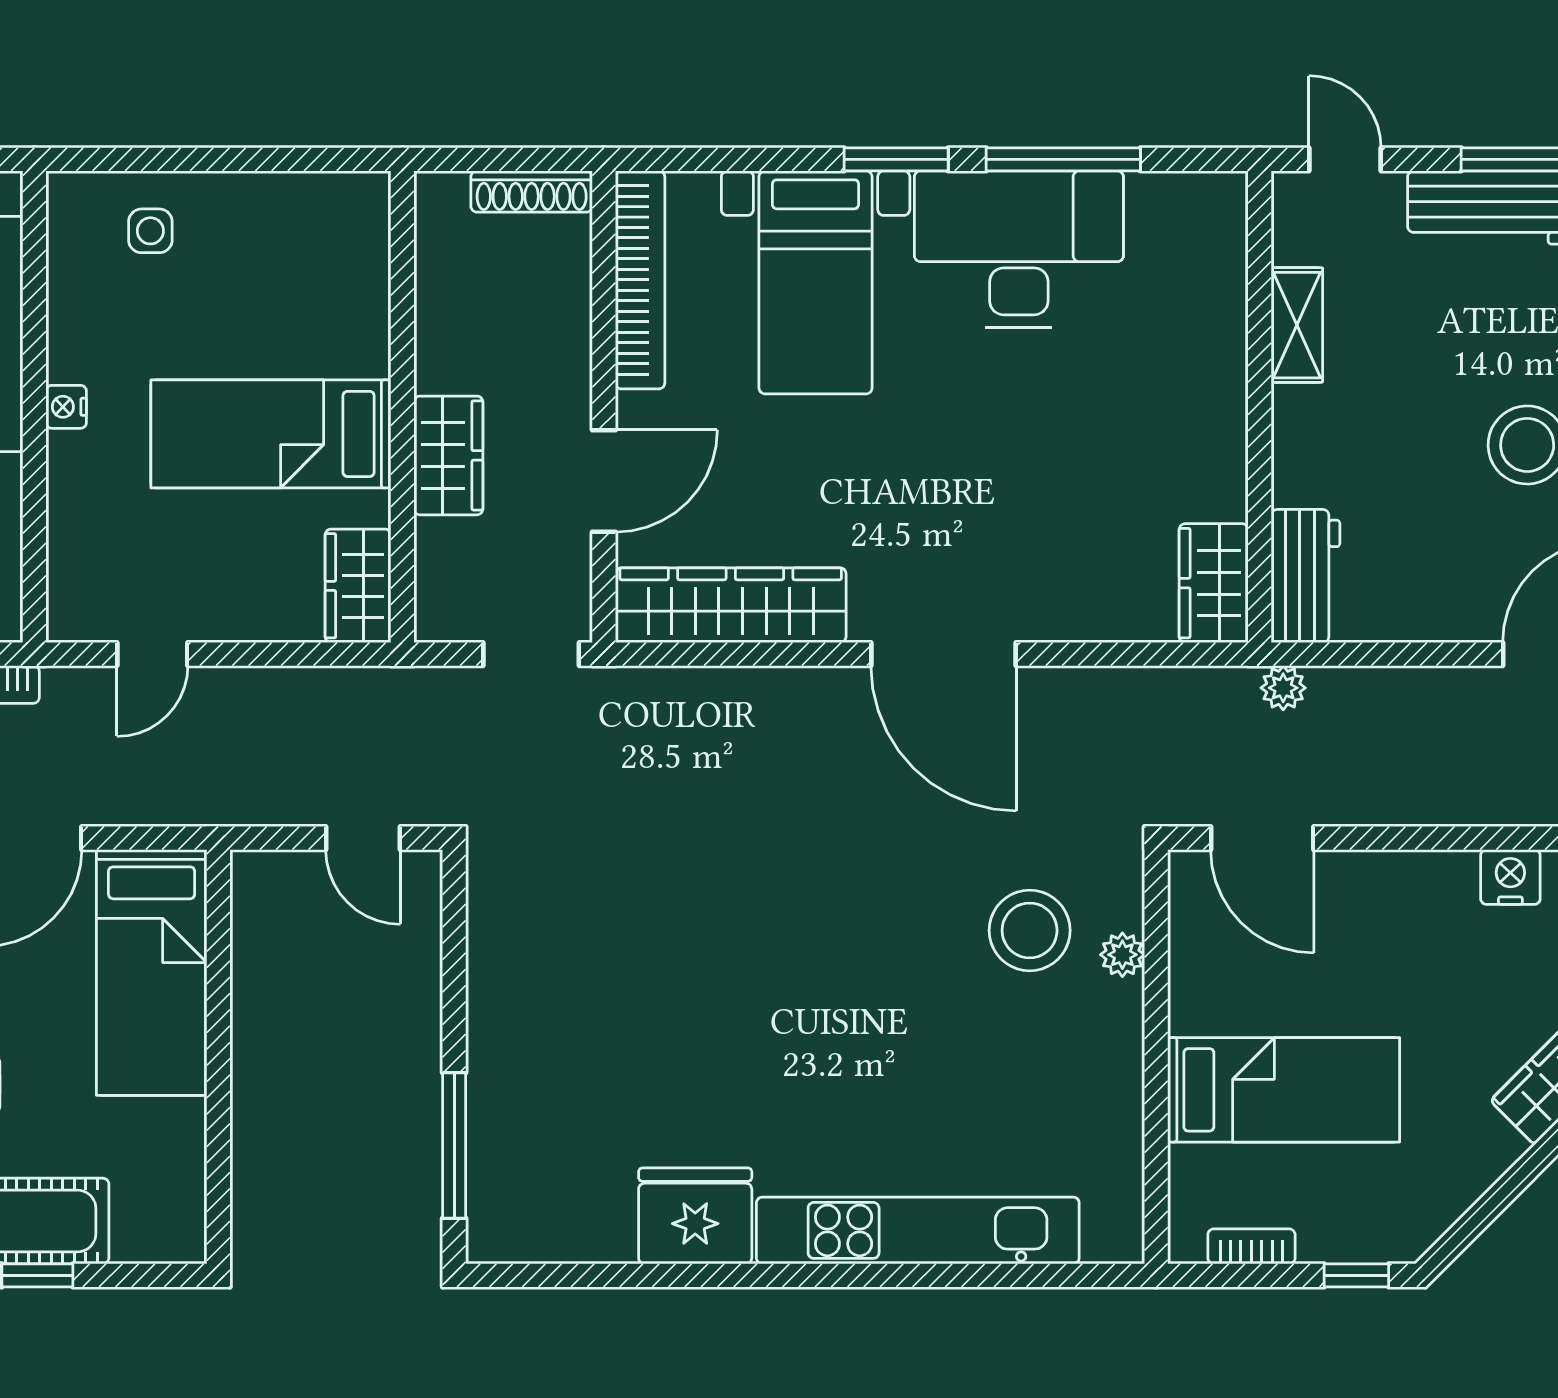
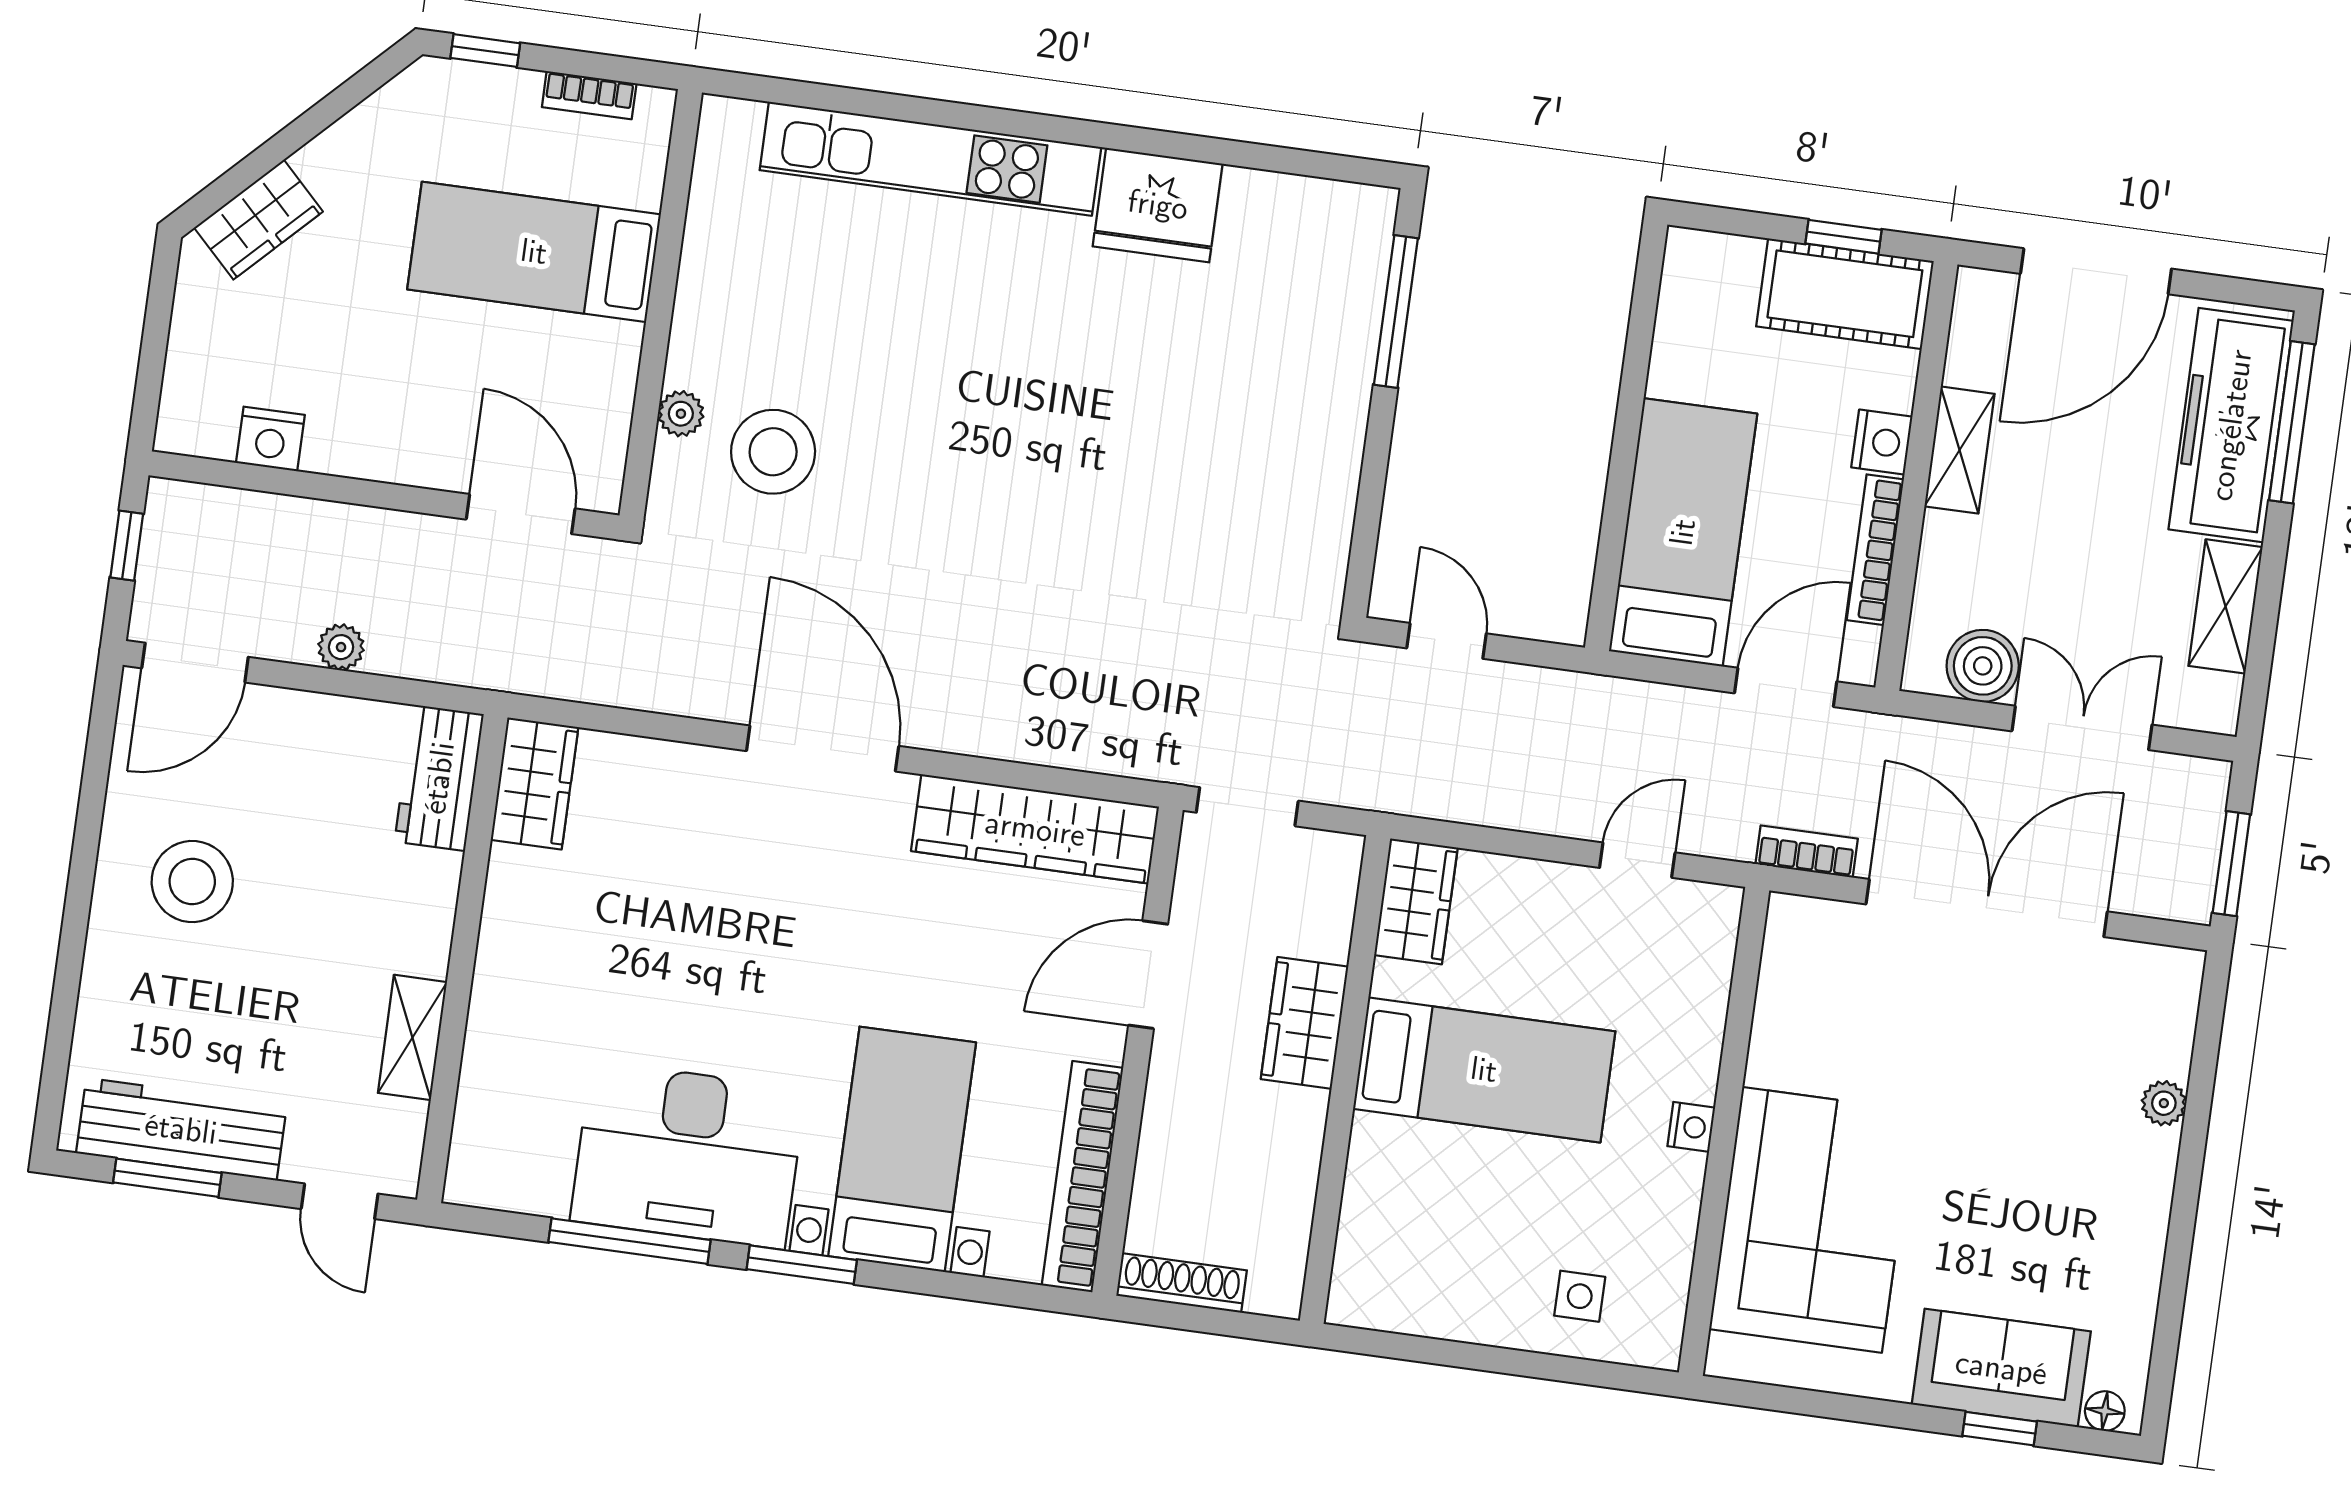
plant: (1283, 688) -> (341, 647), moved

